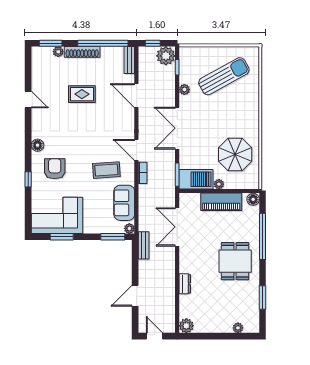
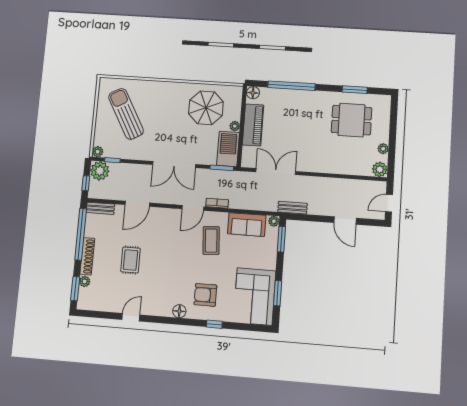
plant: (184, 90) -> (98, 152), moved
double door: (177, 227) -> (276, 172), swing flipped
dining table: (235, 261) -> (351, 120), moved
dresser: (185, 284) -> (336, 168), removed
plant: (238, 328) -> (383, 149), moved

